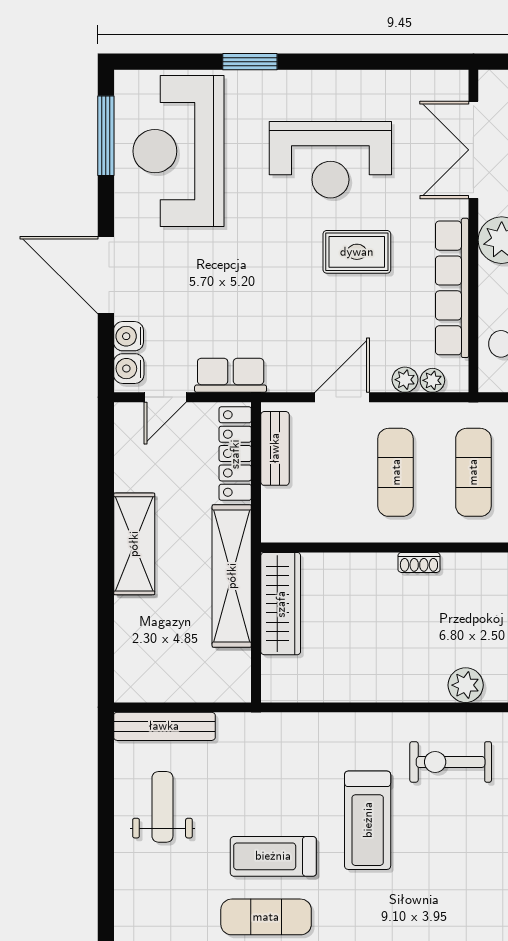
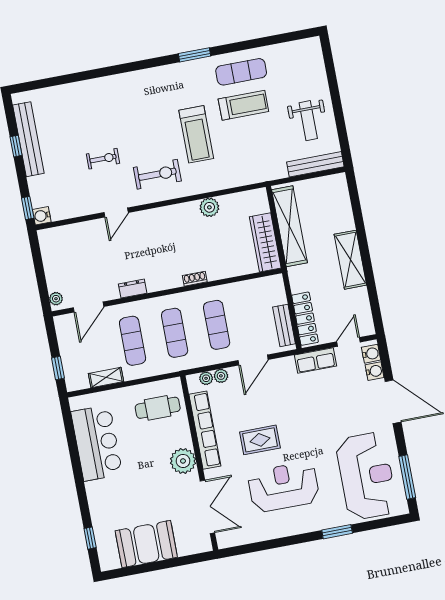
shelving: (232, 576) -> (289, 226), moved
plant: (466, 685) -> (209, 207), moved
treadmill: (368, 820) -> (196, 134), turned 180

